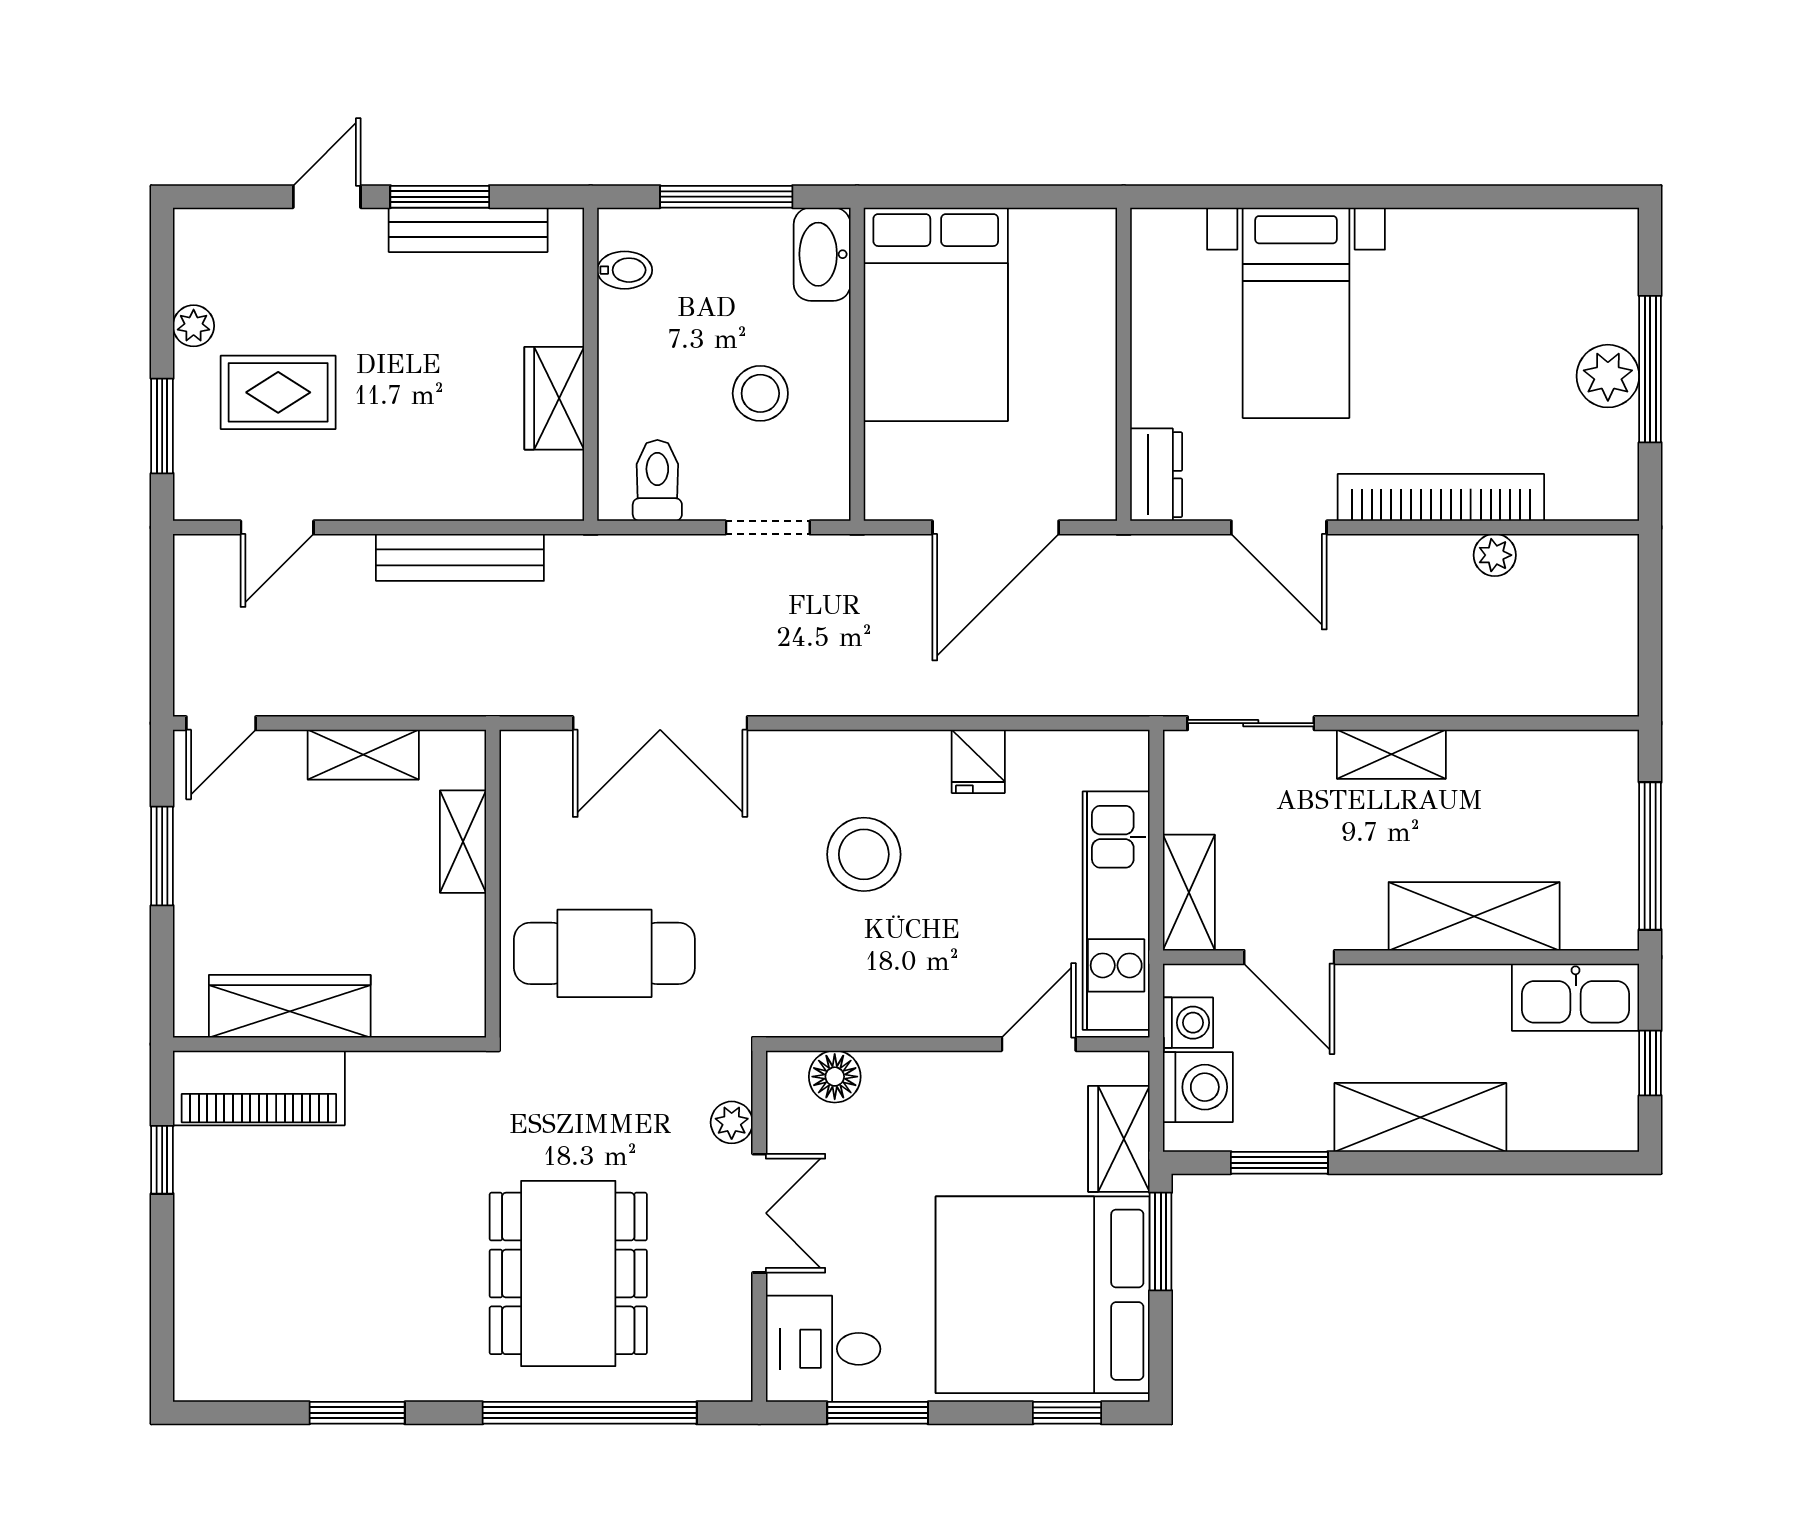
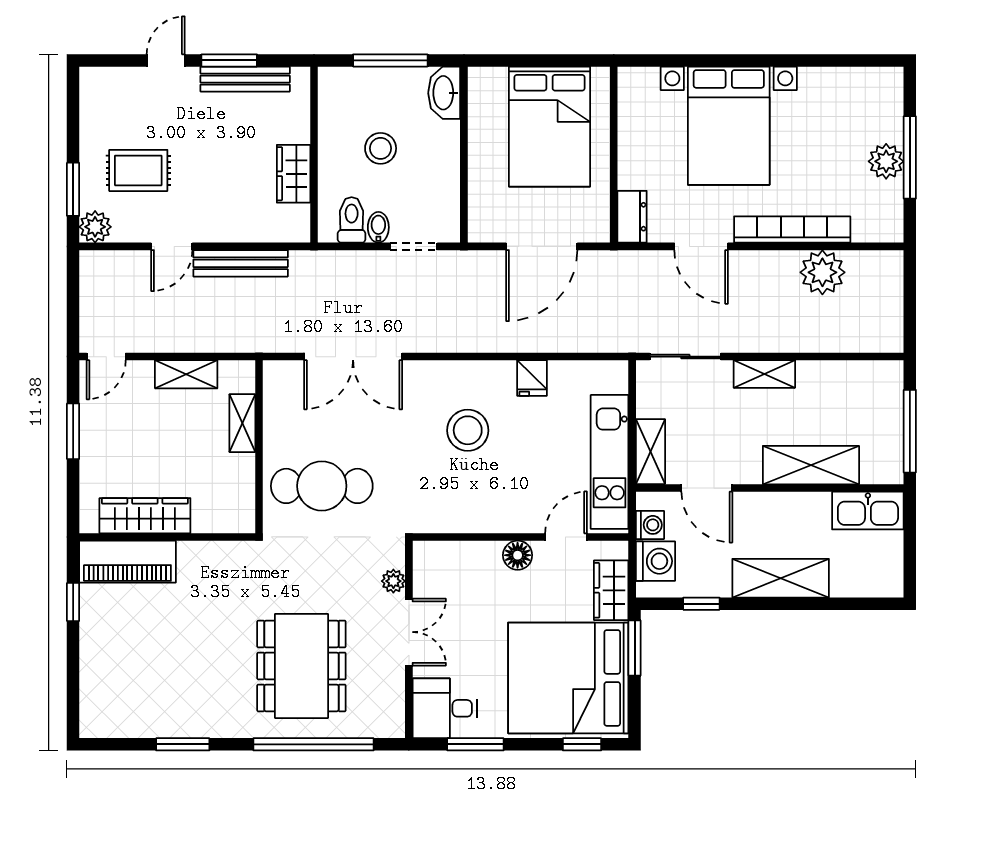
bidet: (625, 270) -> (378, 227), moved, turned -90
bed with nightstands: (1296, 313) -> (729, 126), width x1.36
bed: (936, 314) -> (550, 127), moved
plant: (194, 326) -> (95, 227), moved, width x1.38, depth x1.38
stool: (760, 393) -> (381, 148), moved
door: (277, 527) -> (172, 246), moved
plant: (1495, 555) -> (822, 272), width x1.88, depth x1.88
window: (1650, 1063) -> (910, 548), removed
floor lamp: (835, 1077) -> (518, 555), moved
window: (1279, 1163) -> (701, 604), width x0.67

